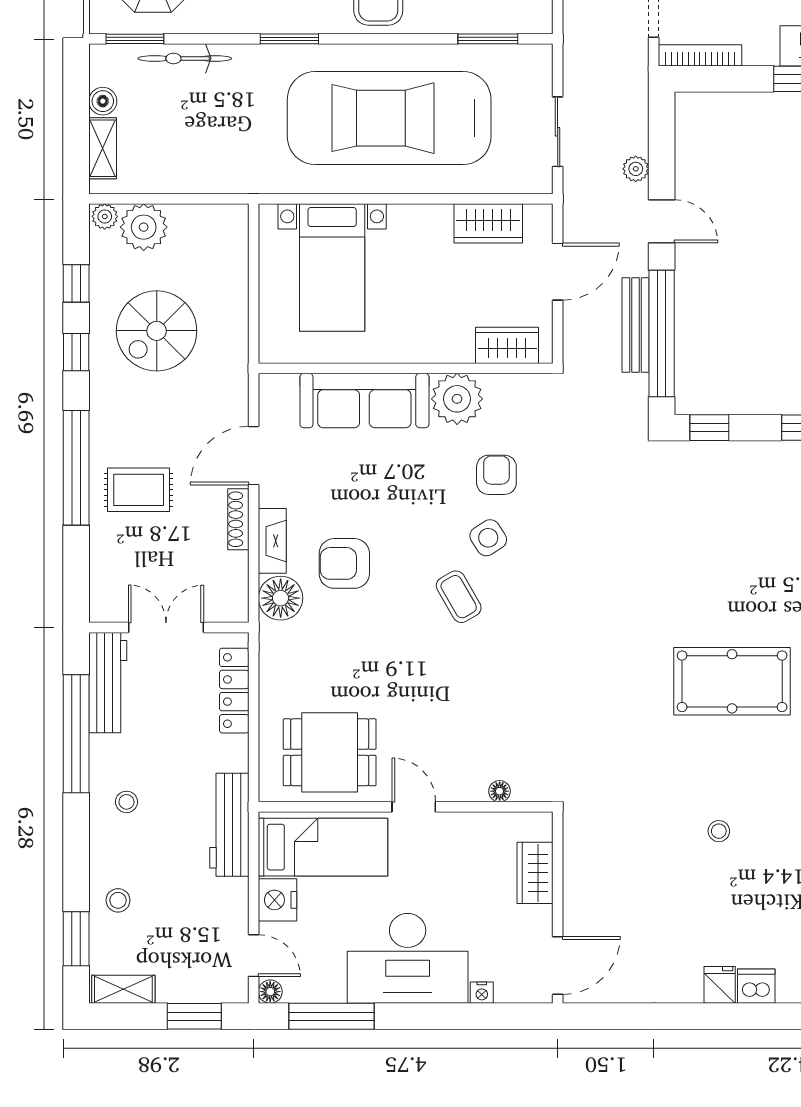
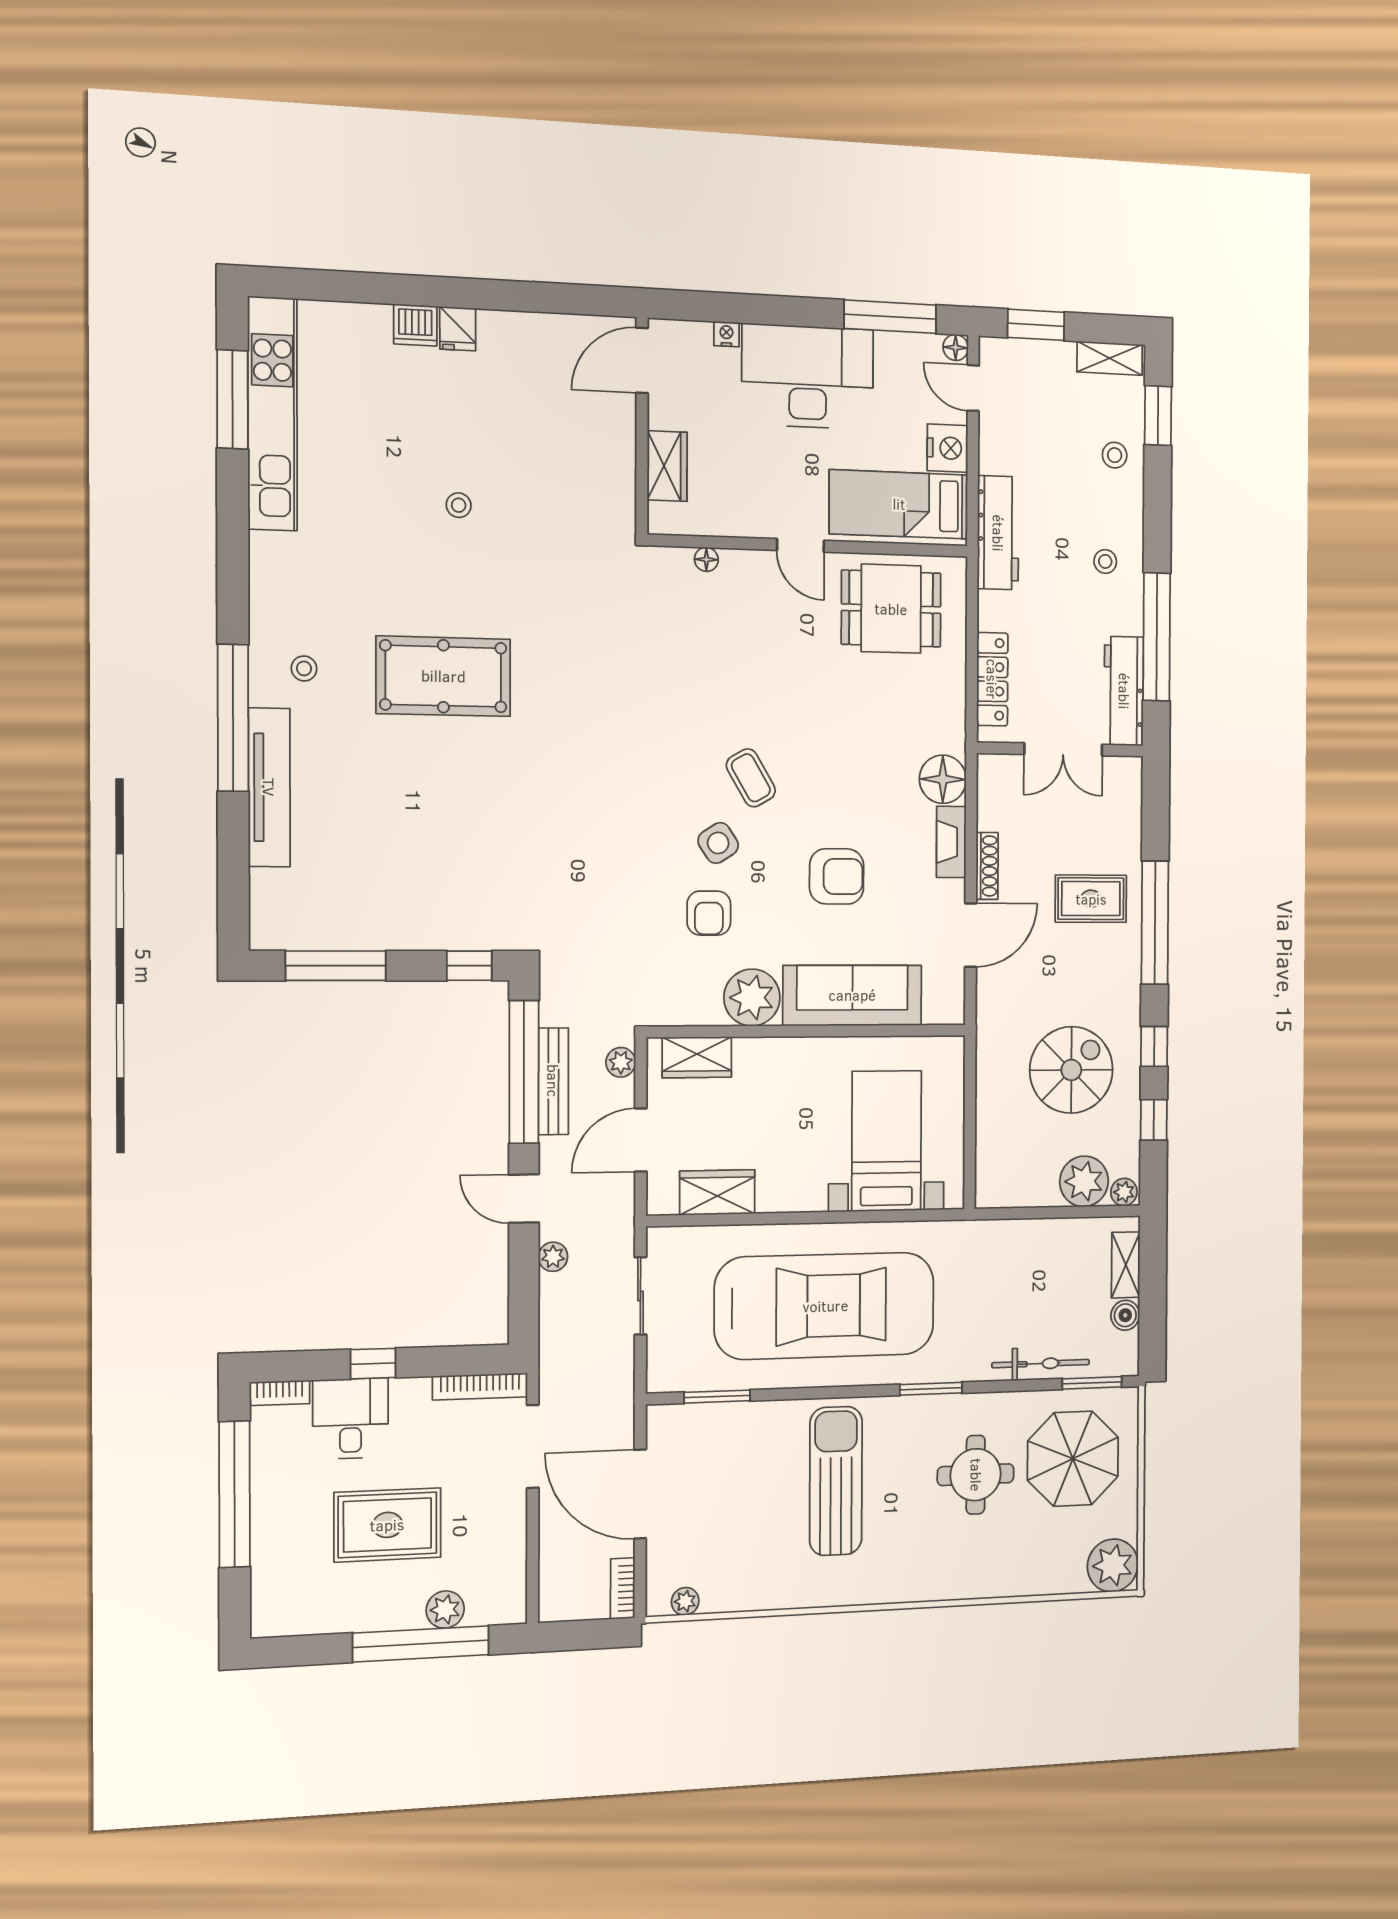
plant: (576, 341) -> (621, 1062), added
armchair: (344, 563) -> (837, 876), moved

